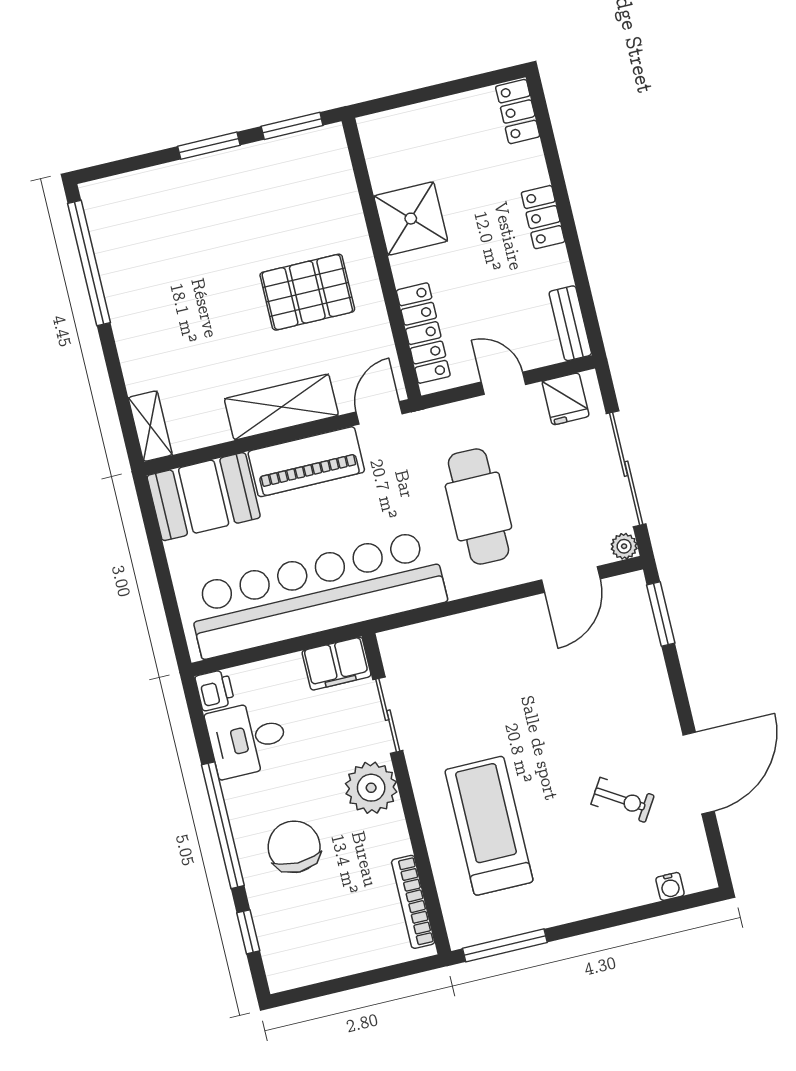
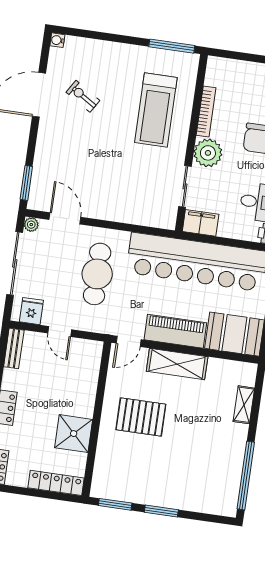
locker: (423, 333) -> (56, 483), moved, turned 90
shelving: (150, 426) -> (244, 405), moved
door: (571, 579) -> (65, 218), hinge flipped
water cooler: (670, 886) -> (57, 40), moved, turned -90
bookcase: (413, 902) -> (206, 112), moved

